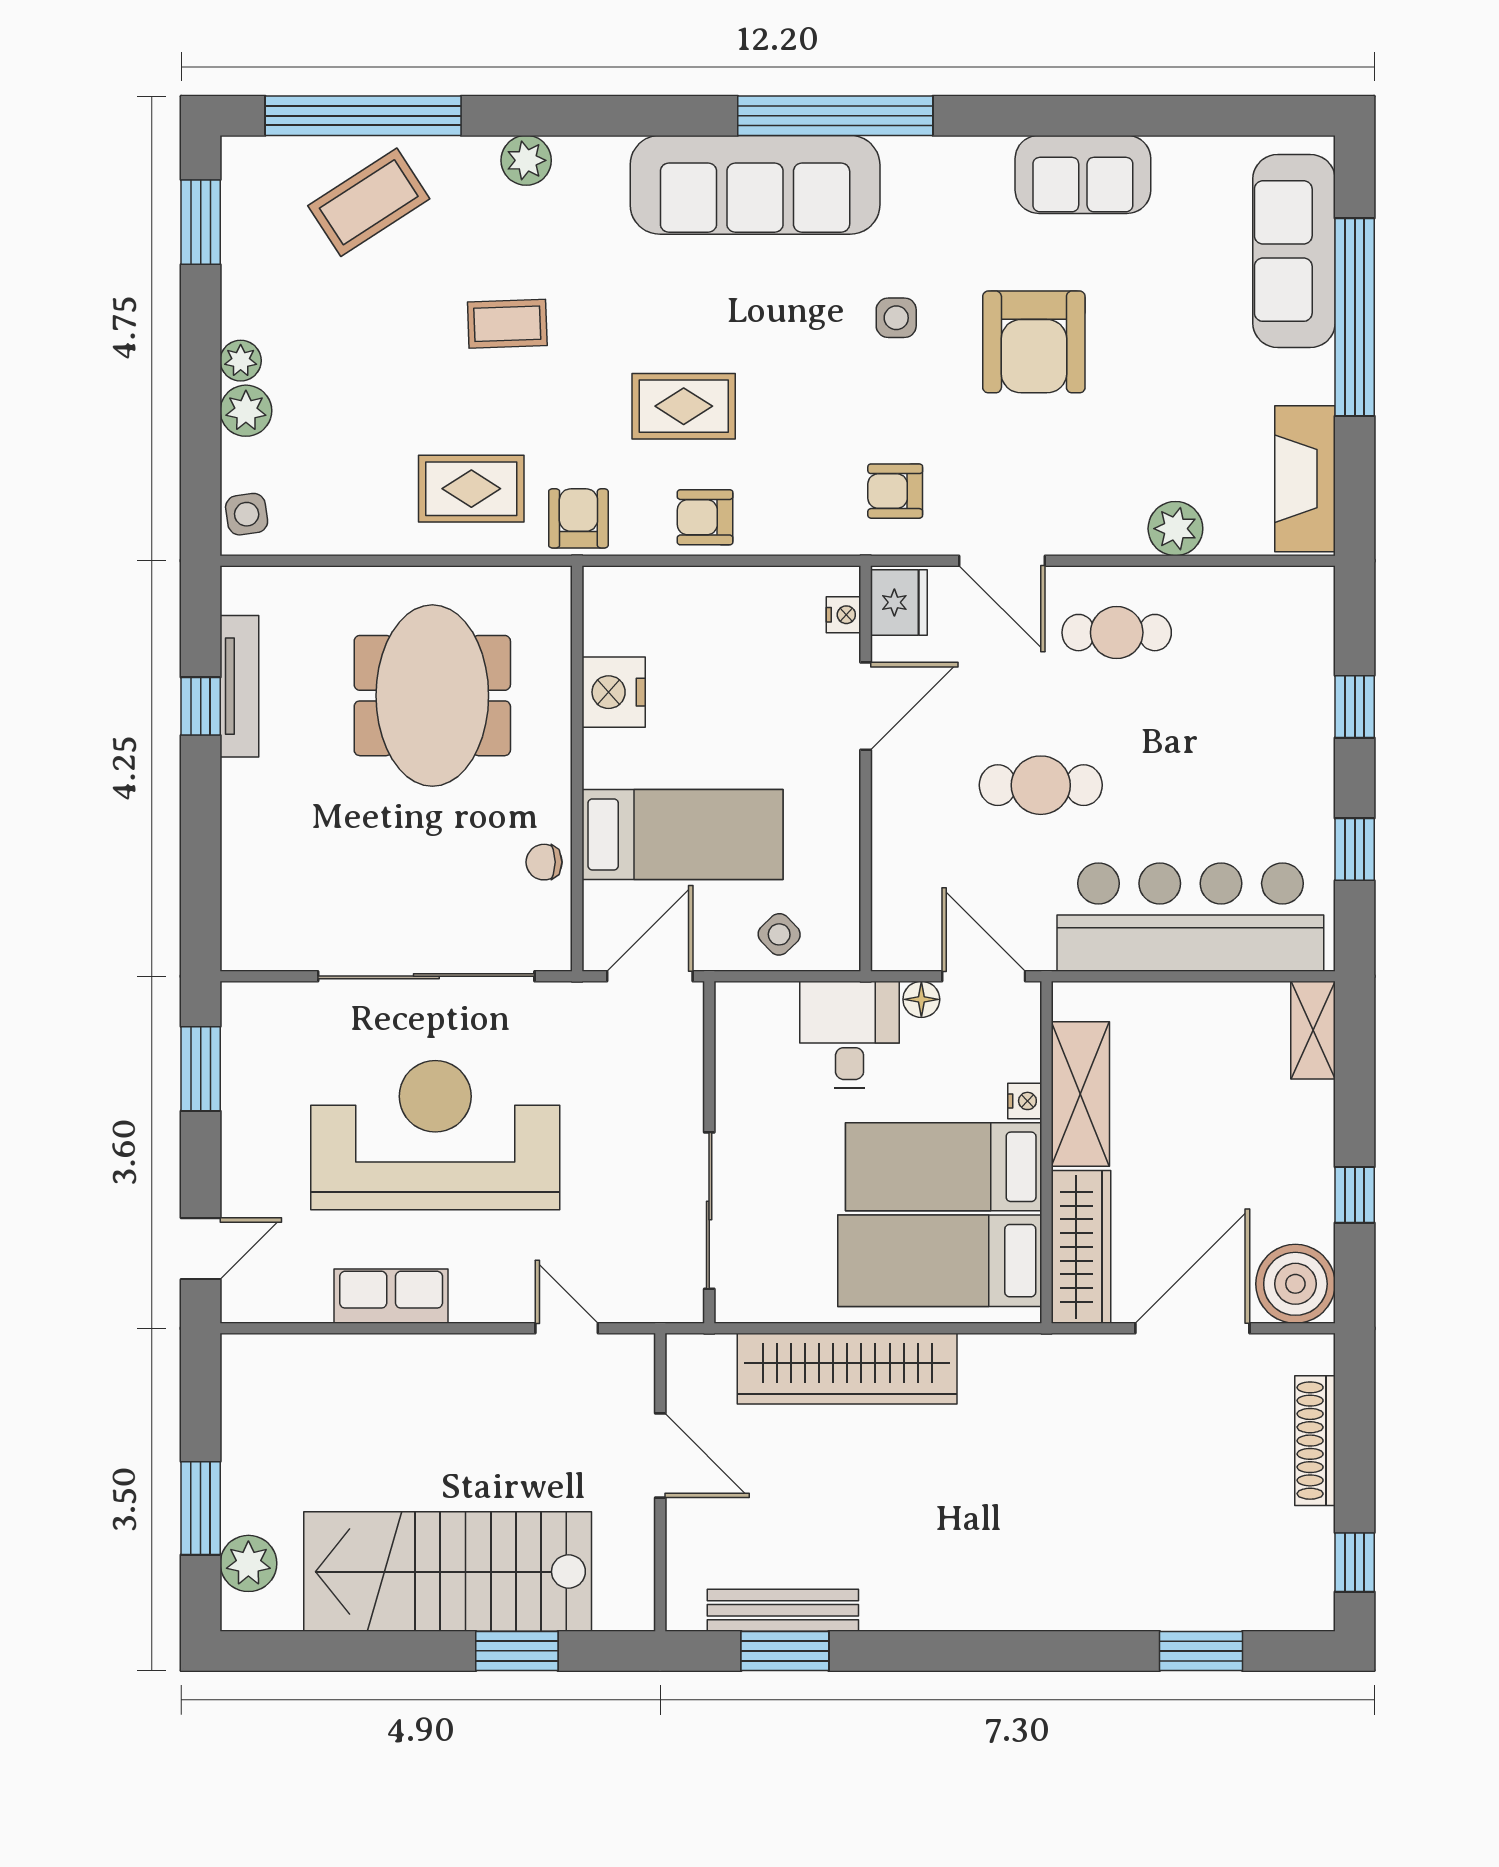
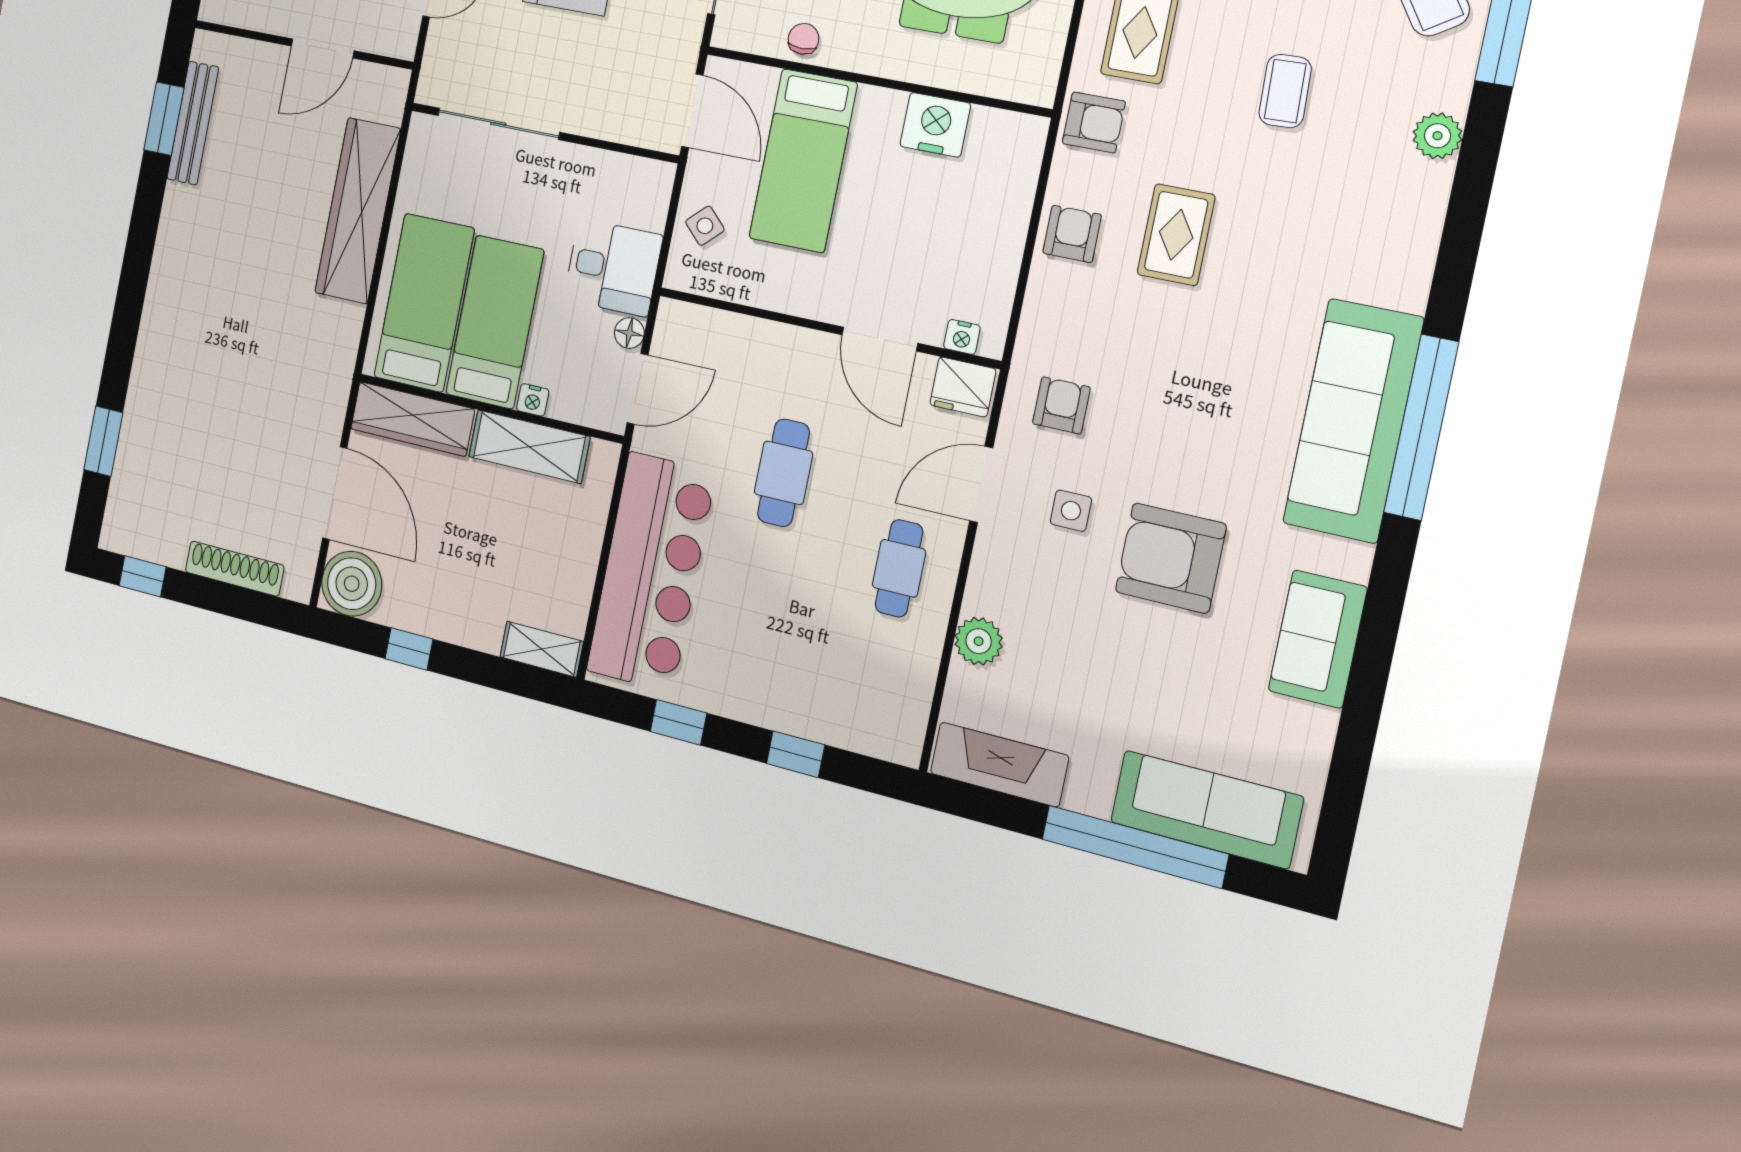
sofa: (755, 185) -> (1353, 421), moved
side table: (896, 318) -> (1071, 511), moved

